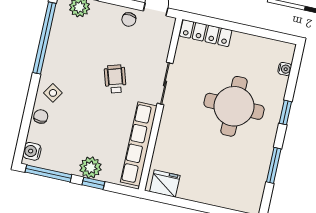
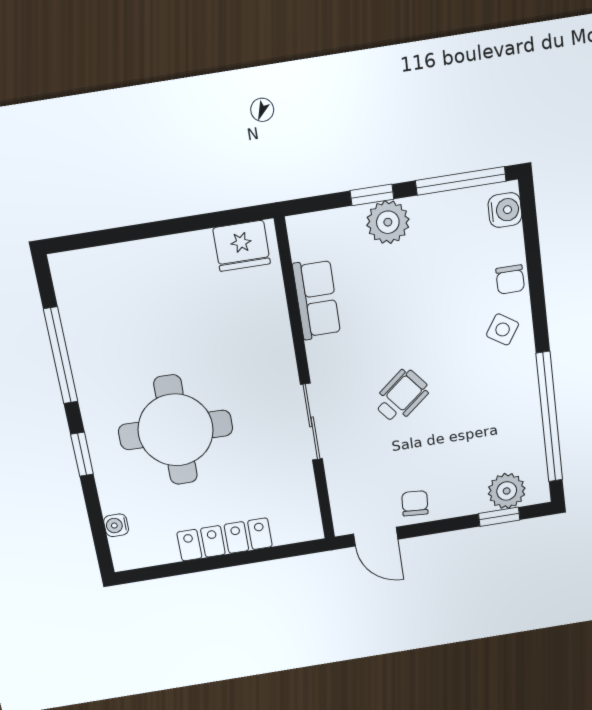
locker: (206, 33) -> (225, 539), moved
wheelchair: (115, 79) -> (401, 396), turned -112
row of seats: (139, 144) -> (317, 299), width x0.50
window: (274, 165) -> (61, 356), width x1.44

